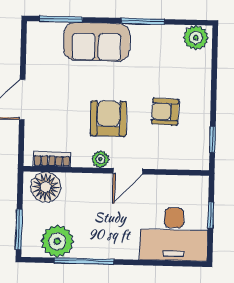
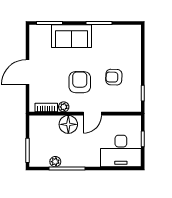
plant: (196, 38) -> (131, 32), removed
plant: (100, 159) -> (64, 107), moved
floor lamp: (46, 187) -> (68, 124), moved
plant: (57, 241) -> (55, 162), width x0.53, depth x0.53

